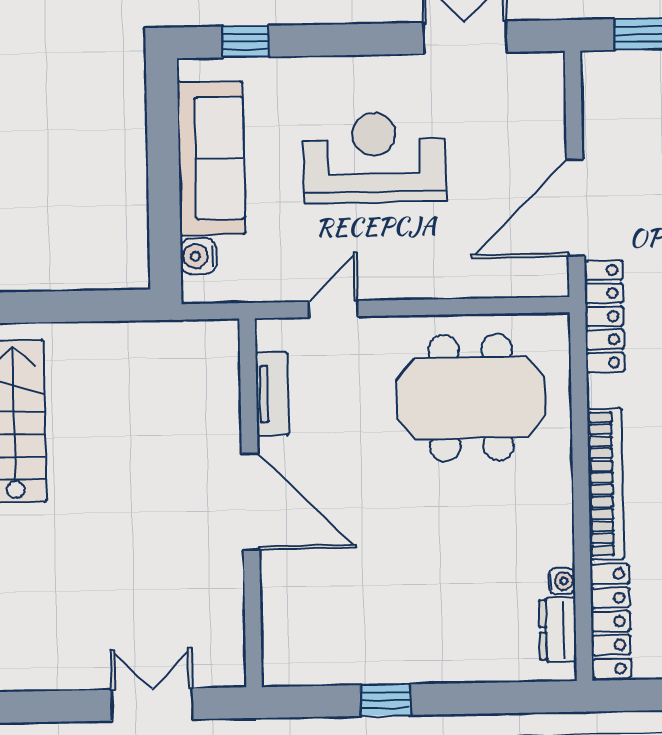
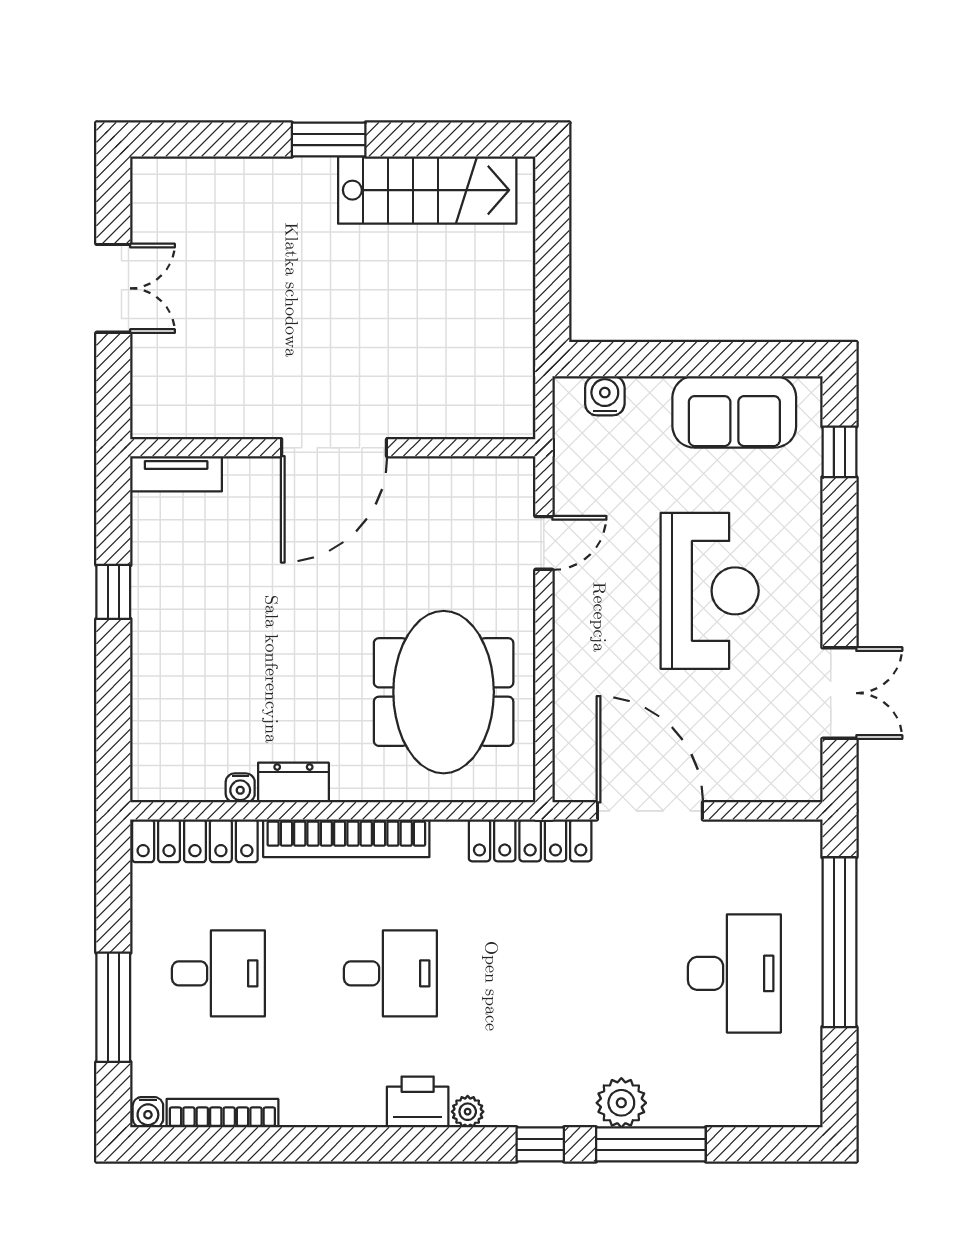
sofa: (211, 158) -> (734, 412), width x0.73
door: (333, 309) -> (544, 543), hinge flipped
tv unit: (272, 394) -> (176, 474), moved
dresser: (558, 630) -> (293, 783), moved
double door: (152, 705) -> (113, 288), moved

